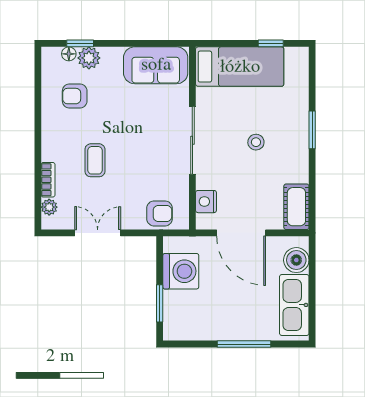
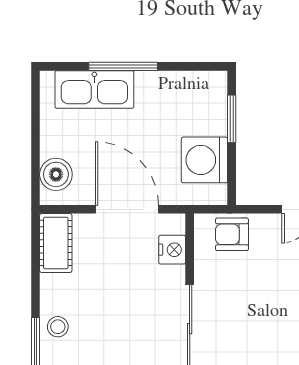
stool: (256, 142) -> (58, 327), moved
kitchen sink: (294, 305) -> (94, 89), moved, turned 90

